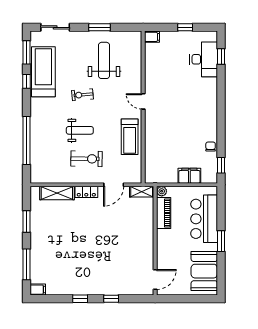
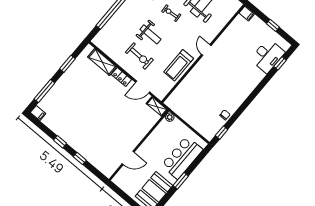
filing cabinet: (189, 176) -> (196, 122), removed
piano: (164, 213) -> (159, 132), removed
door: (155, 279) -> (128, 158), moved

